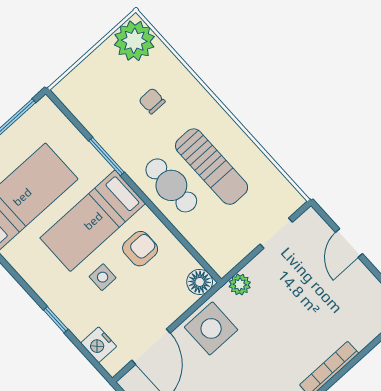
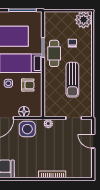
cafe table: (171, 185) -> (54, 53), moved
door: (349, 243) -> (93, 141), hinge flipped
floor lamp: (200, 282) -> (24, 112), moved

